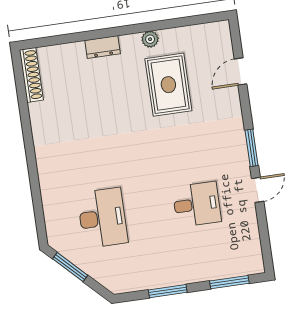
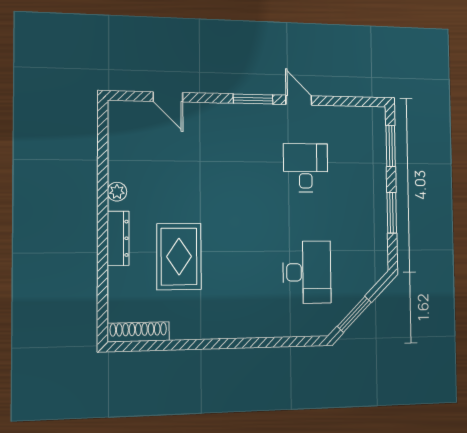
dresser: (103, 47) -> (118, 238), width x1.44
rug: (168, 85) -> (179, 257), moved, turned 90
desk: (102, 218) -> (307, 272), turned 90

